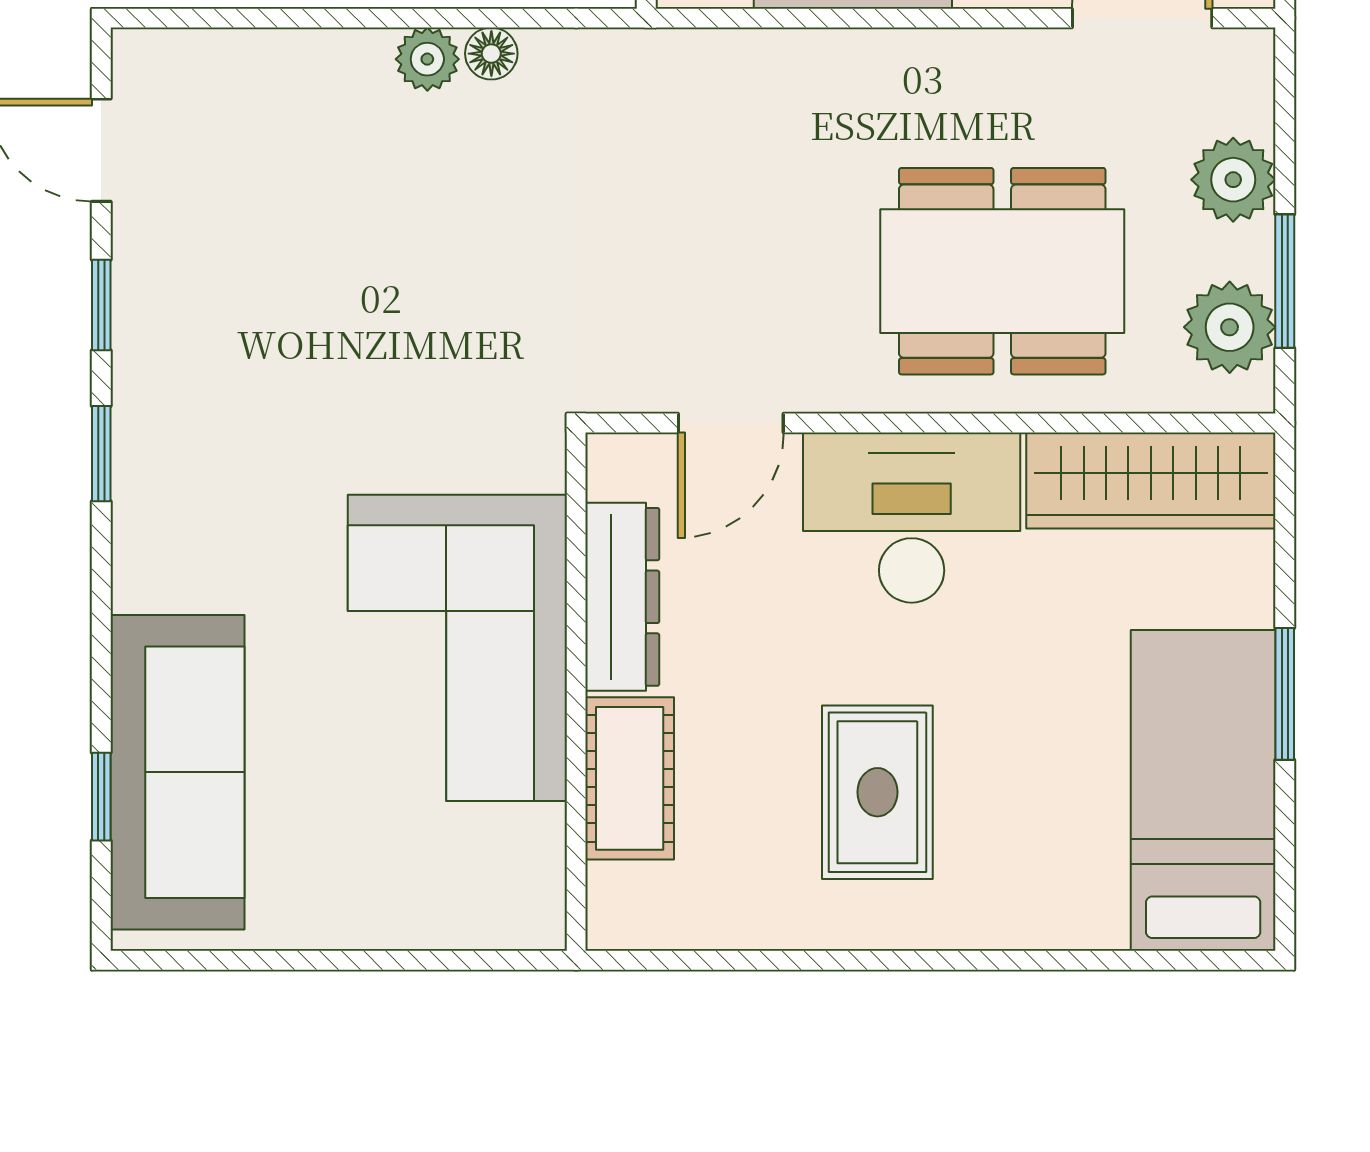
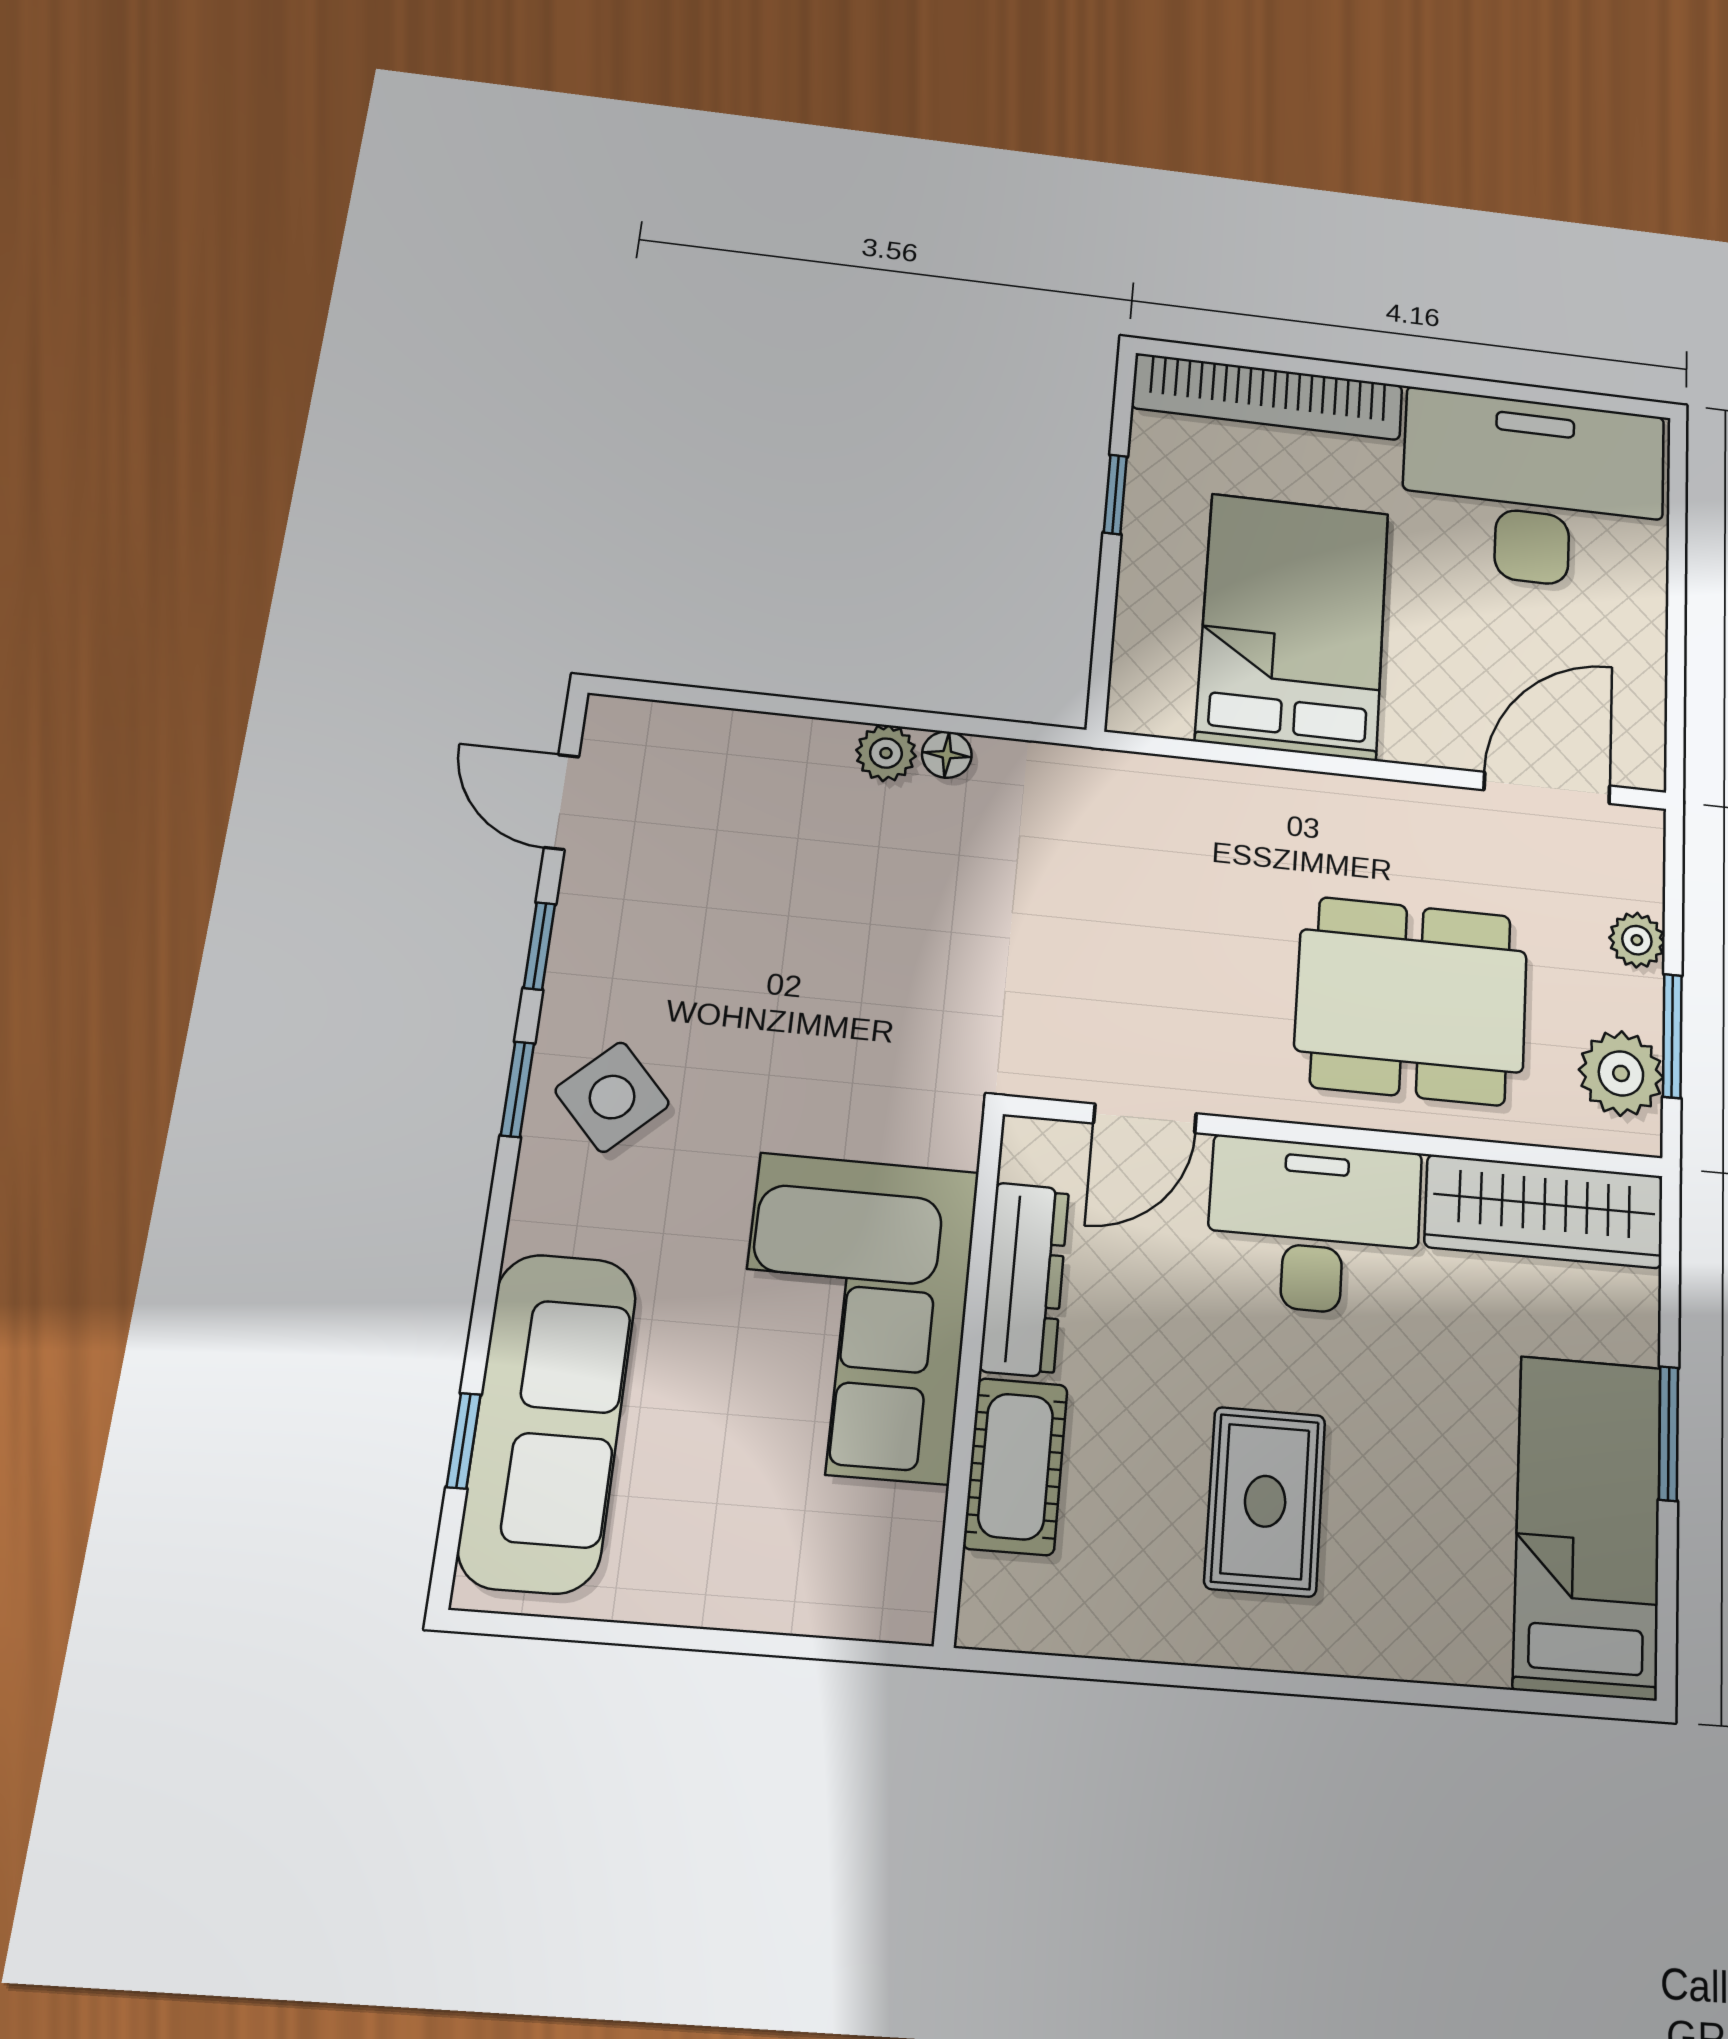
plant: (1233, 180) -> (1637, 940), width x0.73, depth x0.73
side table: (194, 452) -> (612, 1097), added

